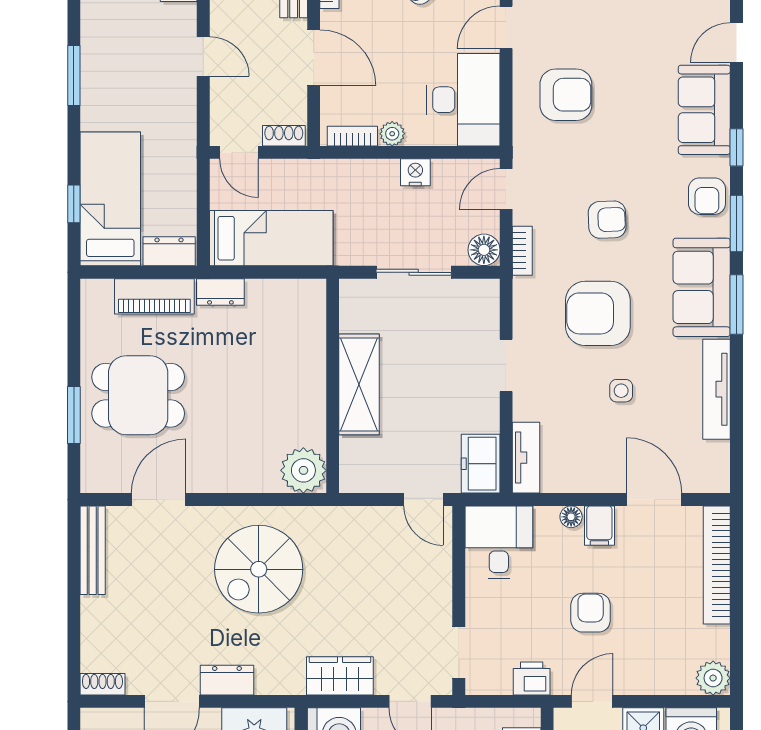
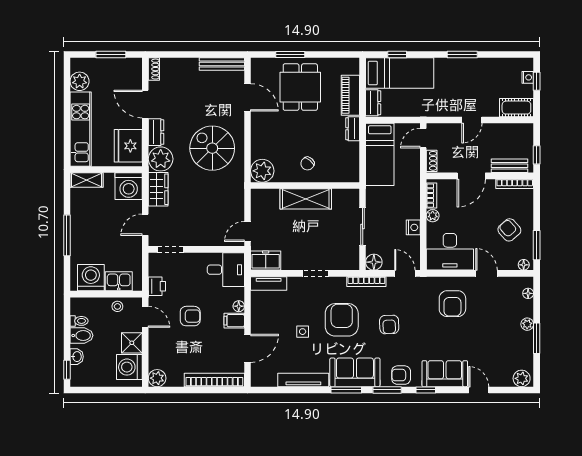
bookcase: (522, 251) -> (366, 282), width x1.56
chair: (289, 381) -> (308, 164), added
plant: (280, 671) -> (161, 159), added

